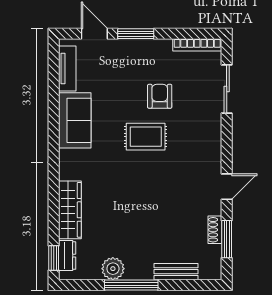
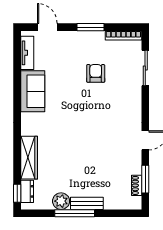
window: (136, 34) -> (91, 27), moved
rug: (146, 137) -> (85, 103), removed
shoe rack: (215, 230) -> (137, 185), moved
bench: (176, 272) -> (87, 203), moved

